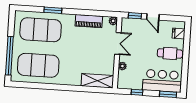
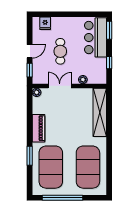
piano: (89, 21) -> (38, 128), moved
cafe table: (170, 53) -> (60, 51), moved
window: (9, 56) -> (63, 198), moved
shelving: (97, 81) -> (100, 112), width x1.47

